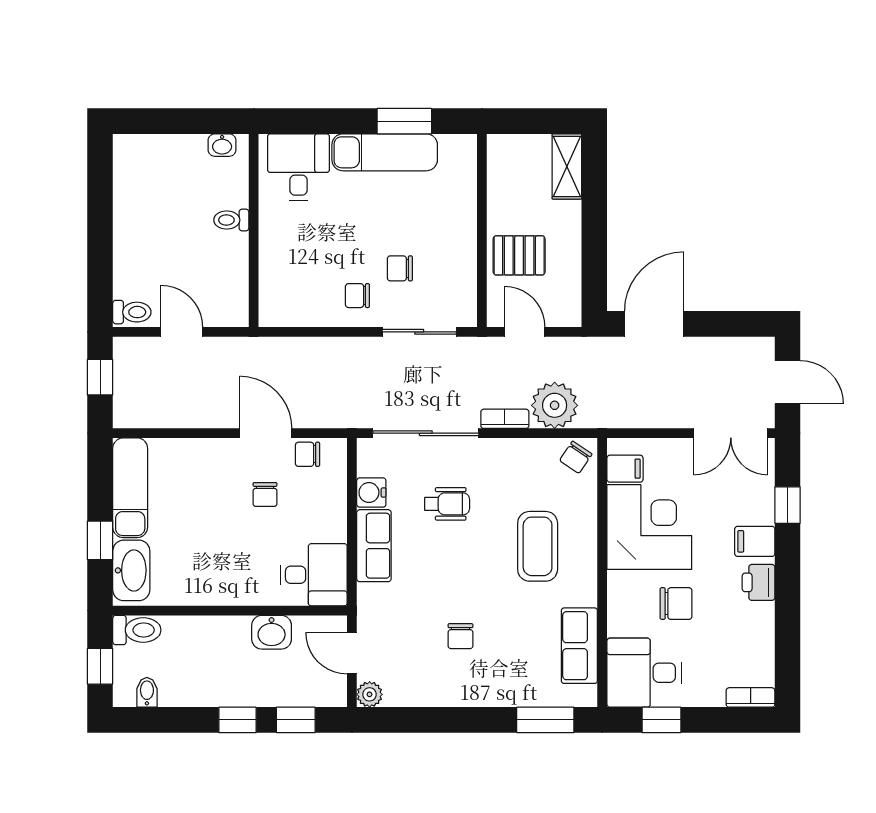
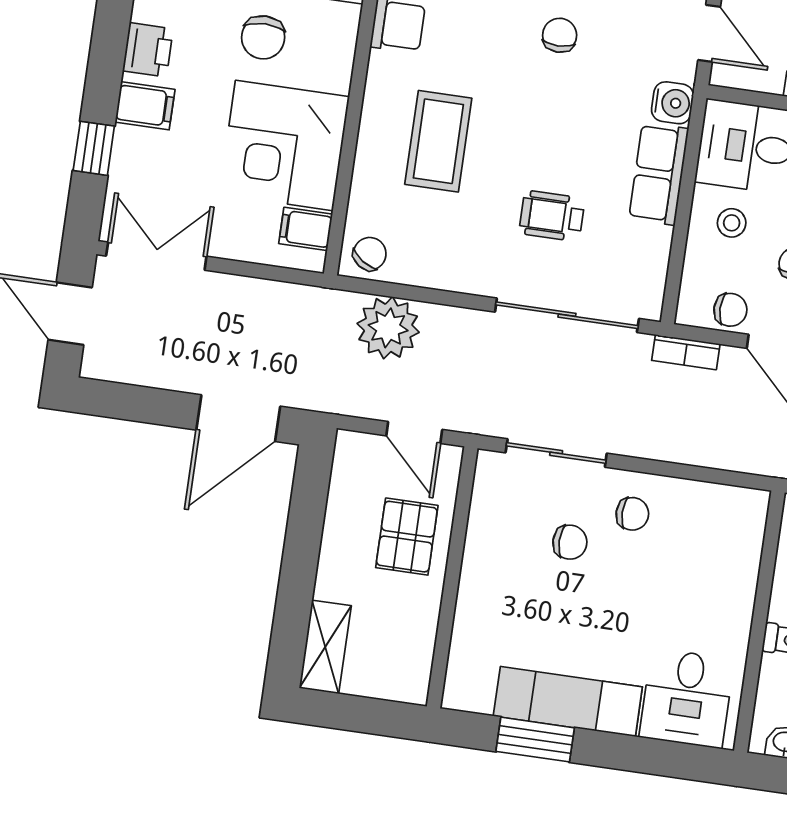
pallet: (519, 255) -> (407, 537), turned 90
bookcase: (505, 419) -> (686, 352), moved
water cooler: (371, 493) -> (672, 103), moved
stool: (316, 518) -> (732, 223), added
chair: (676, 604) -> (263, 37), turned -90

